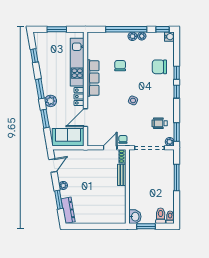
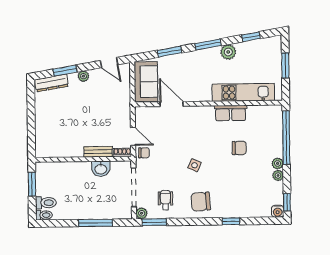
window: (126, 29) -> (286, 138), moved
chair: (159, 67) -> (201, 202), moved, turned -94
row of seats: (93, 78) -> (231, 113), width x0.68
window: (177, 92) -> (207, 222), removed
locker: (79, 97) -> (199, 95), removed
plant: (51, 101) -> (228, 52), moved
washbasin: (135, 217) -> (101, 169), moved

